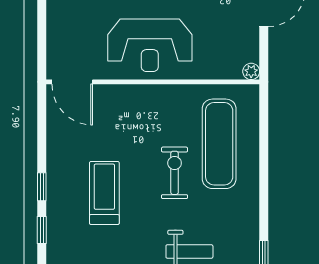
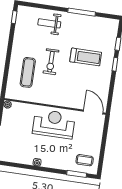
exercise mat: (219, 144) -> (28, 72), width x0.73, depth x0.69
treadmill: (104, 193) -> (86, 57), turned -90

